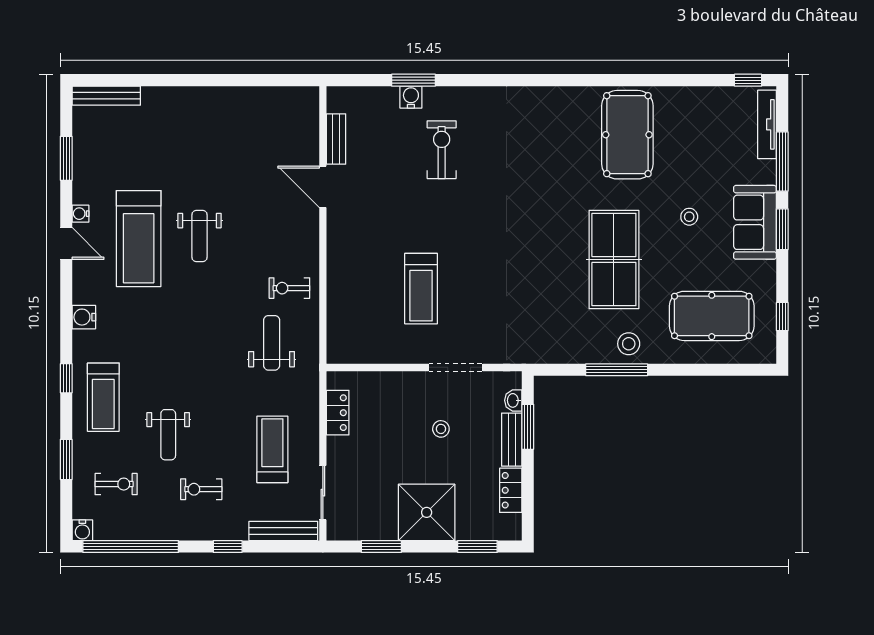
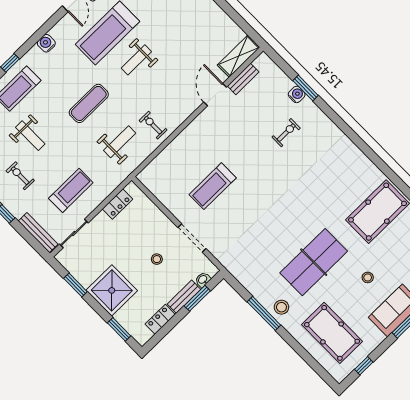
shelving: (306, 119) -> (239, 56), added
exercise bike: (442, 150) -> (286, 133), width x0.73, depth x0.72
exercise mat: (196, 335) -> (89, 103), added
weight bench: (168, 435) -> (30, 136), turned -90

